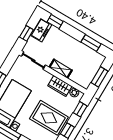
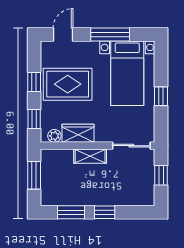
window: (55, 22) -> (105, 212), moved
freezer: (41, 30) -> (145, 191), removed

